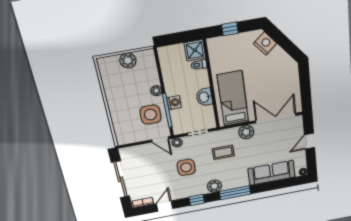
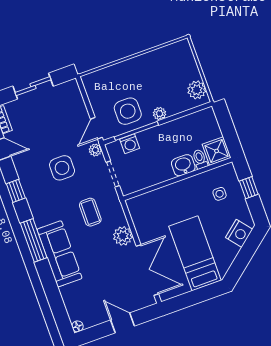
side table: (230, 54) -> (220, 194), added
plant: (128, 60) -> (197, 90), moved
washbasin: (204, 97) -> (183, 165), moved
bed: (233, 99) -> (195, 253), moved, turned -90
washing machine: (174, 103) -> (130, 144), moved
sofa: (271, 173) -> (59, 254), moved
sliding door: (120, 179) -> (33, 86), width x0.73
plant: (214, 186) -> (40, 210), removed

